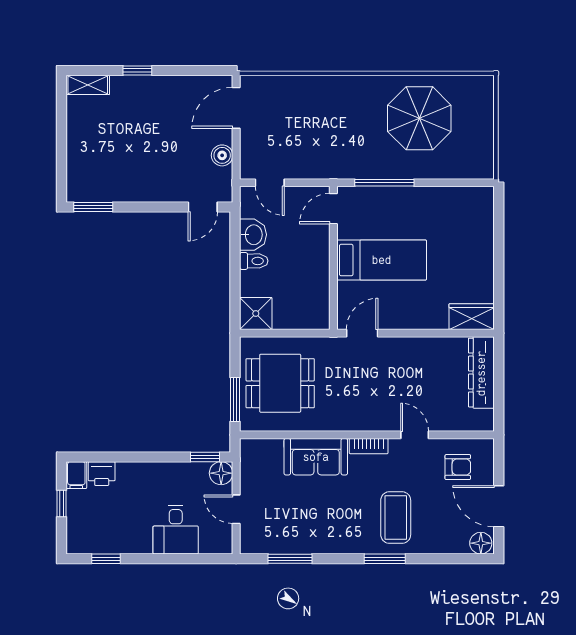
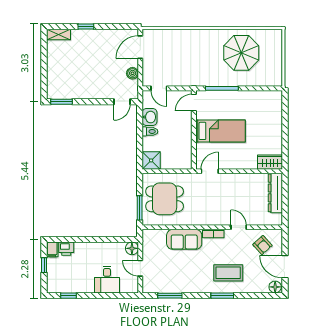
window: (205, 457) -> (123, 239), removed
armchair: (458, 467) -> (262, 245), turned 48
coffee table: (396, 518) -> (228, 273), turned 90

